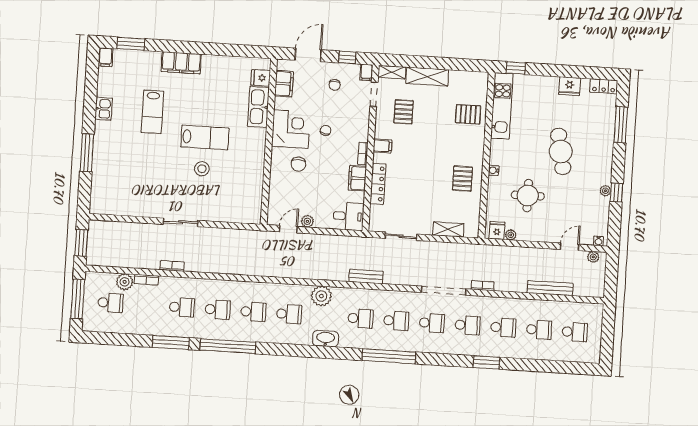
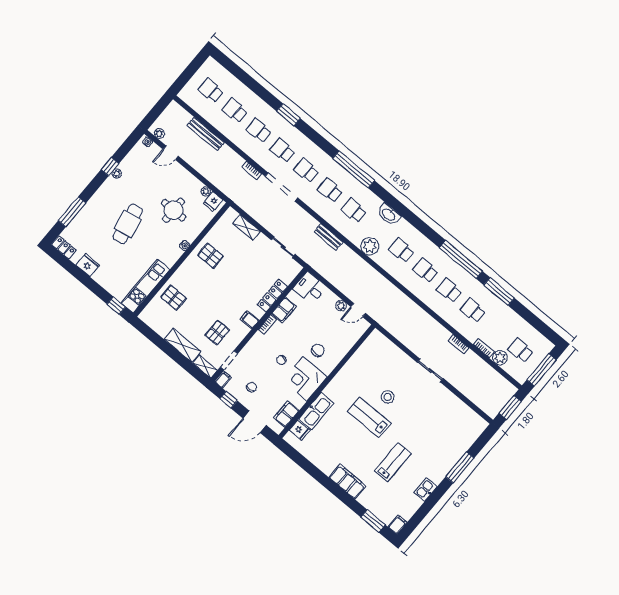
pallet: (462, 179) -> (210, 256), turned 90

